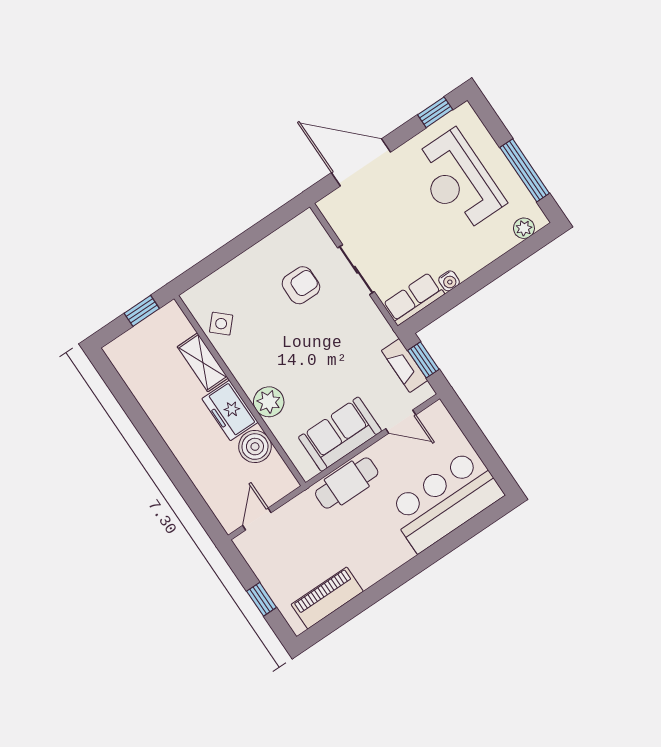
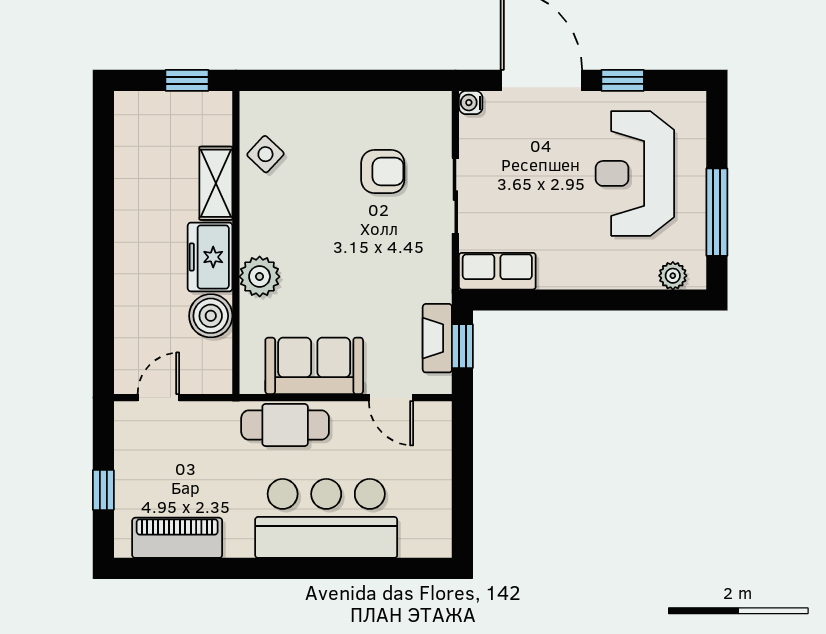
window: (435, 112) -> (623, 80), moved
water cooler: (449, 281) -> (471, 103), moved, turned 90
bar counter: (445, 501) -> (326, 518), moved

